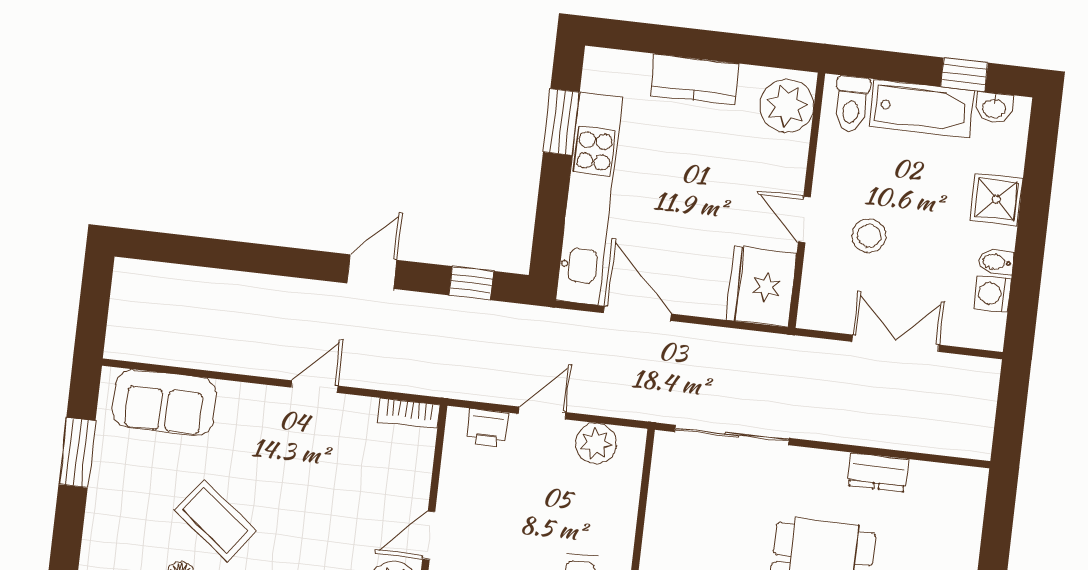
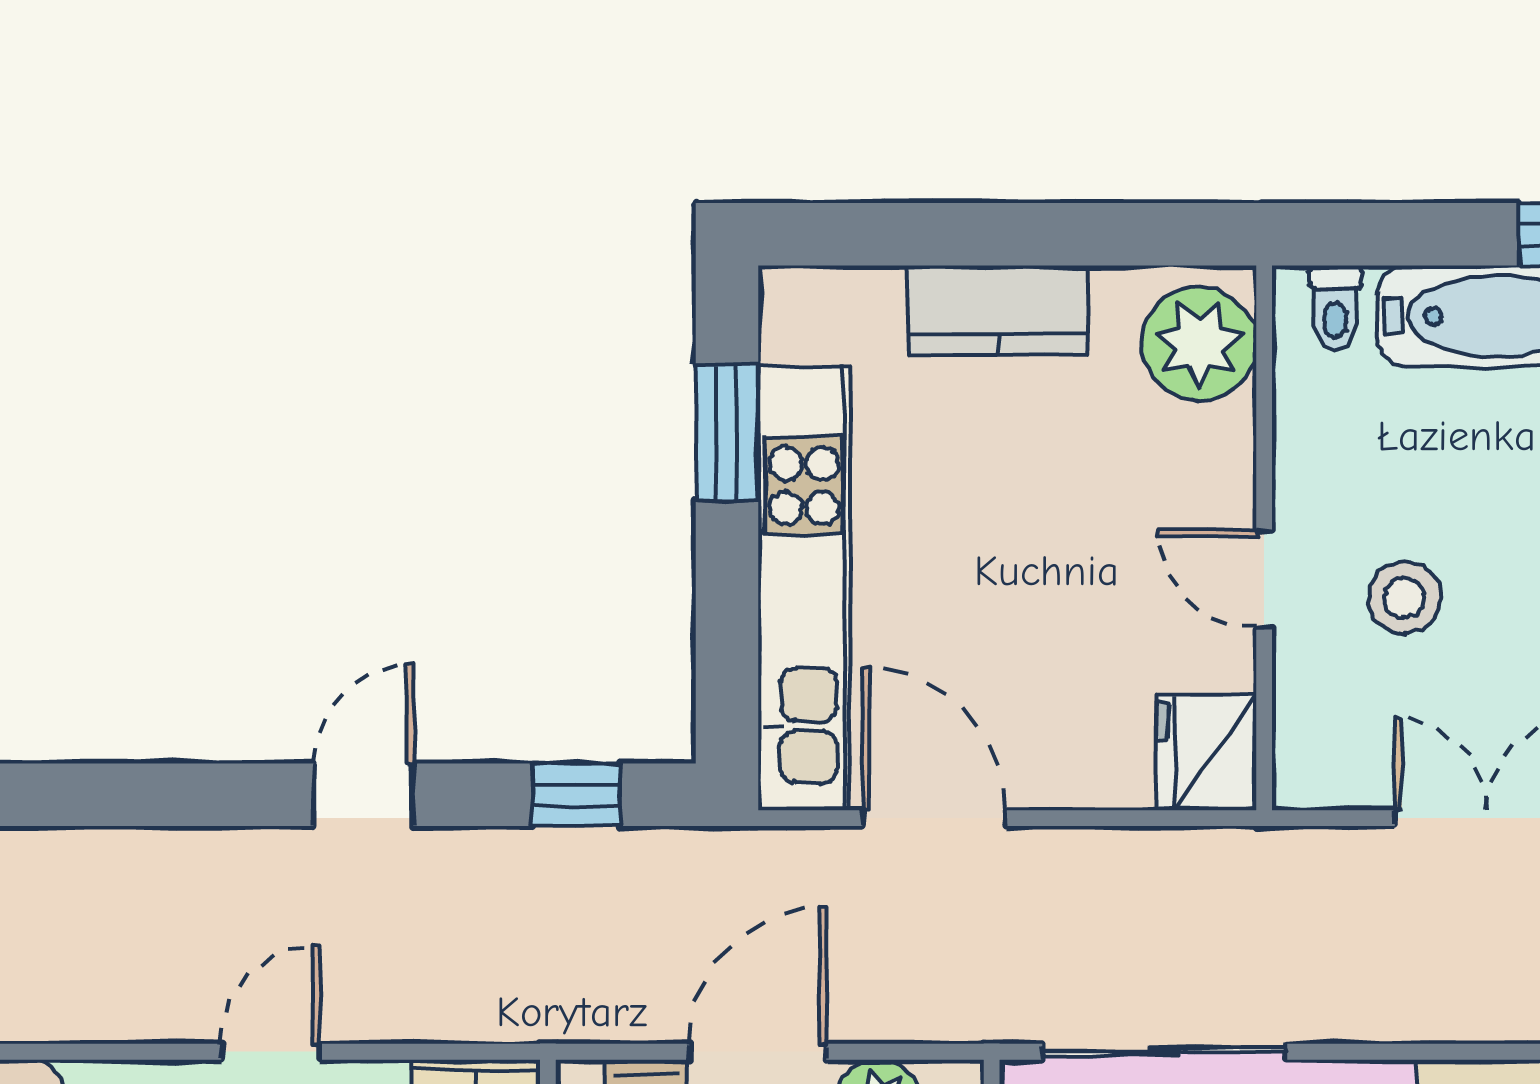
toilet: (852, 104) -> (1335, 308), width x0.73, depth x0.72
fridge: (761, 287) -> (1206, 752), width x0.73, depth x0.75
door: (542, 413) -> (758, 1052), width x1.38

